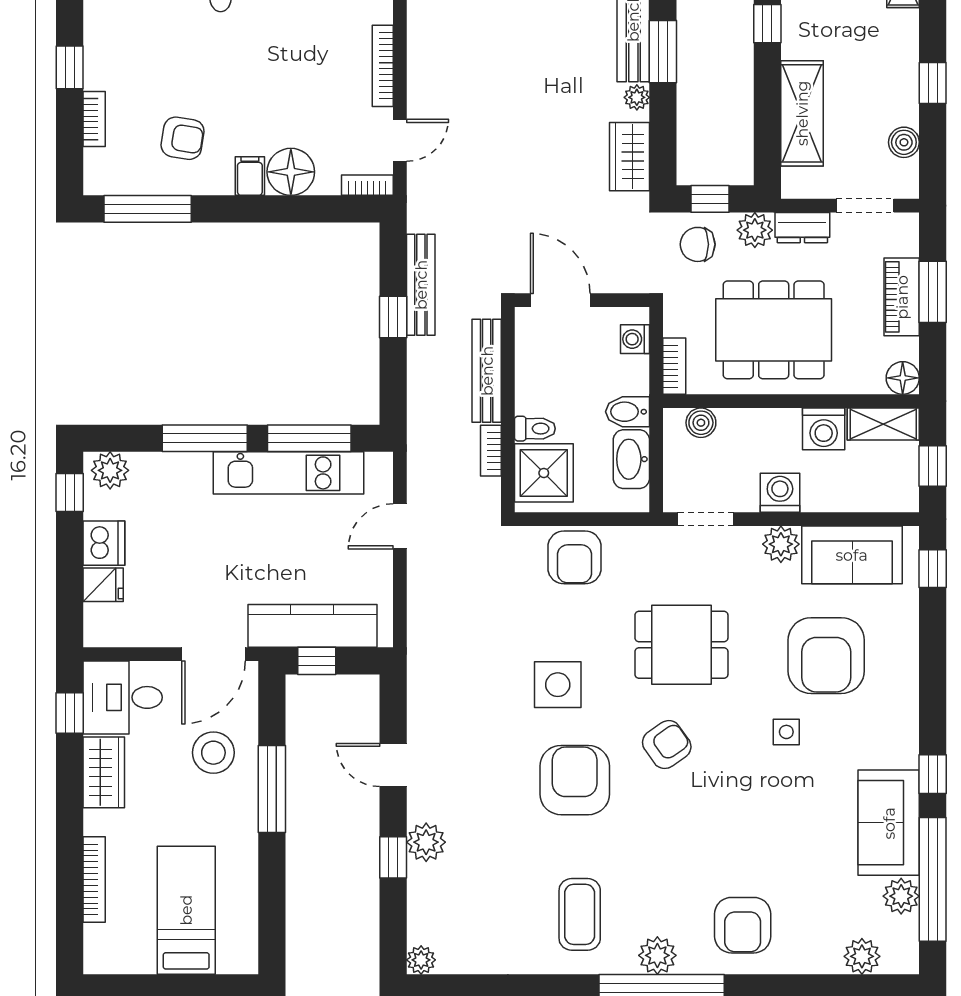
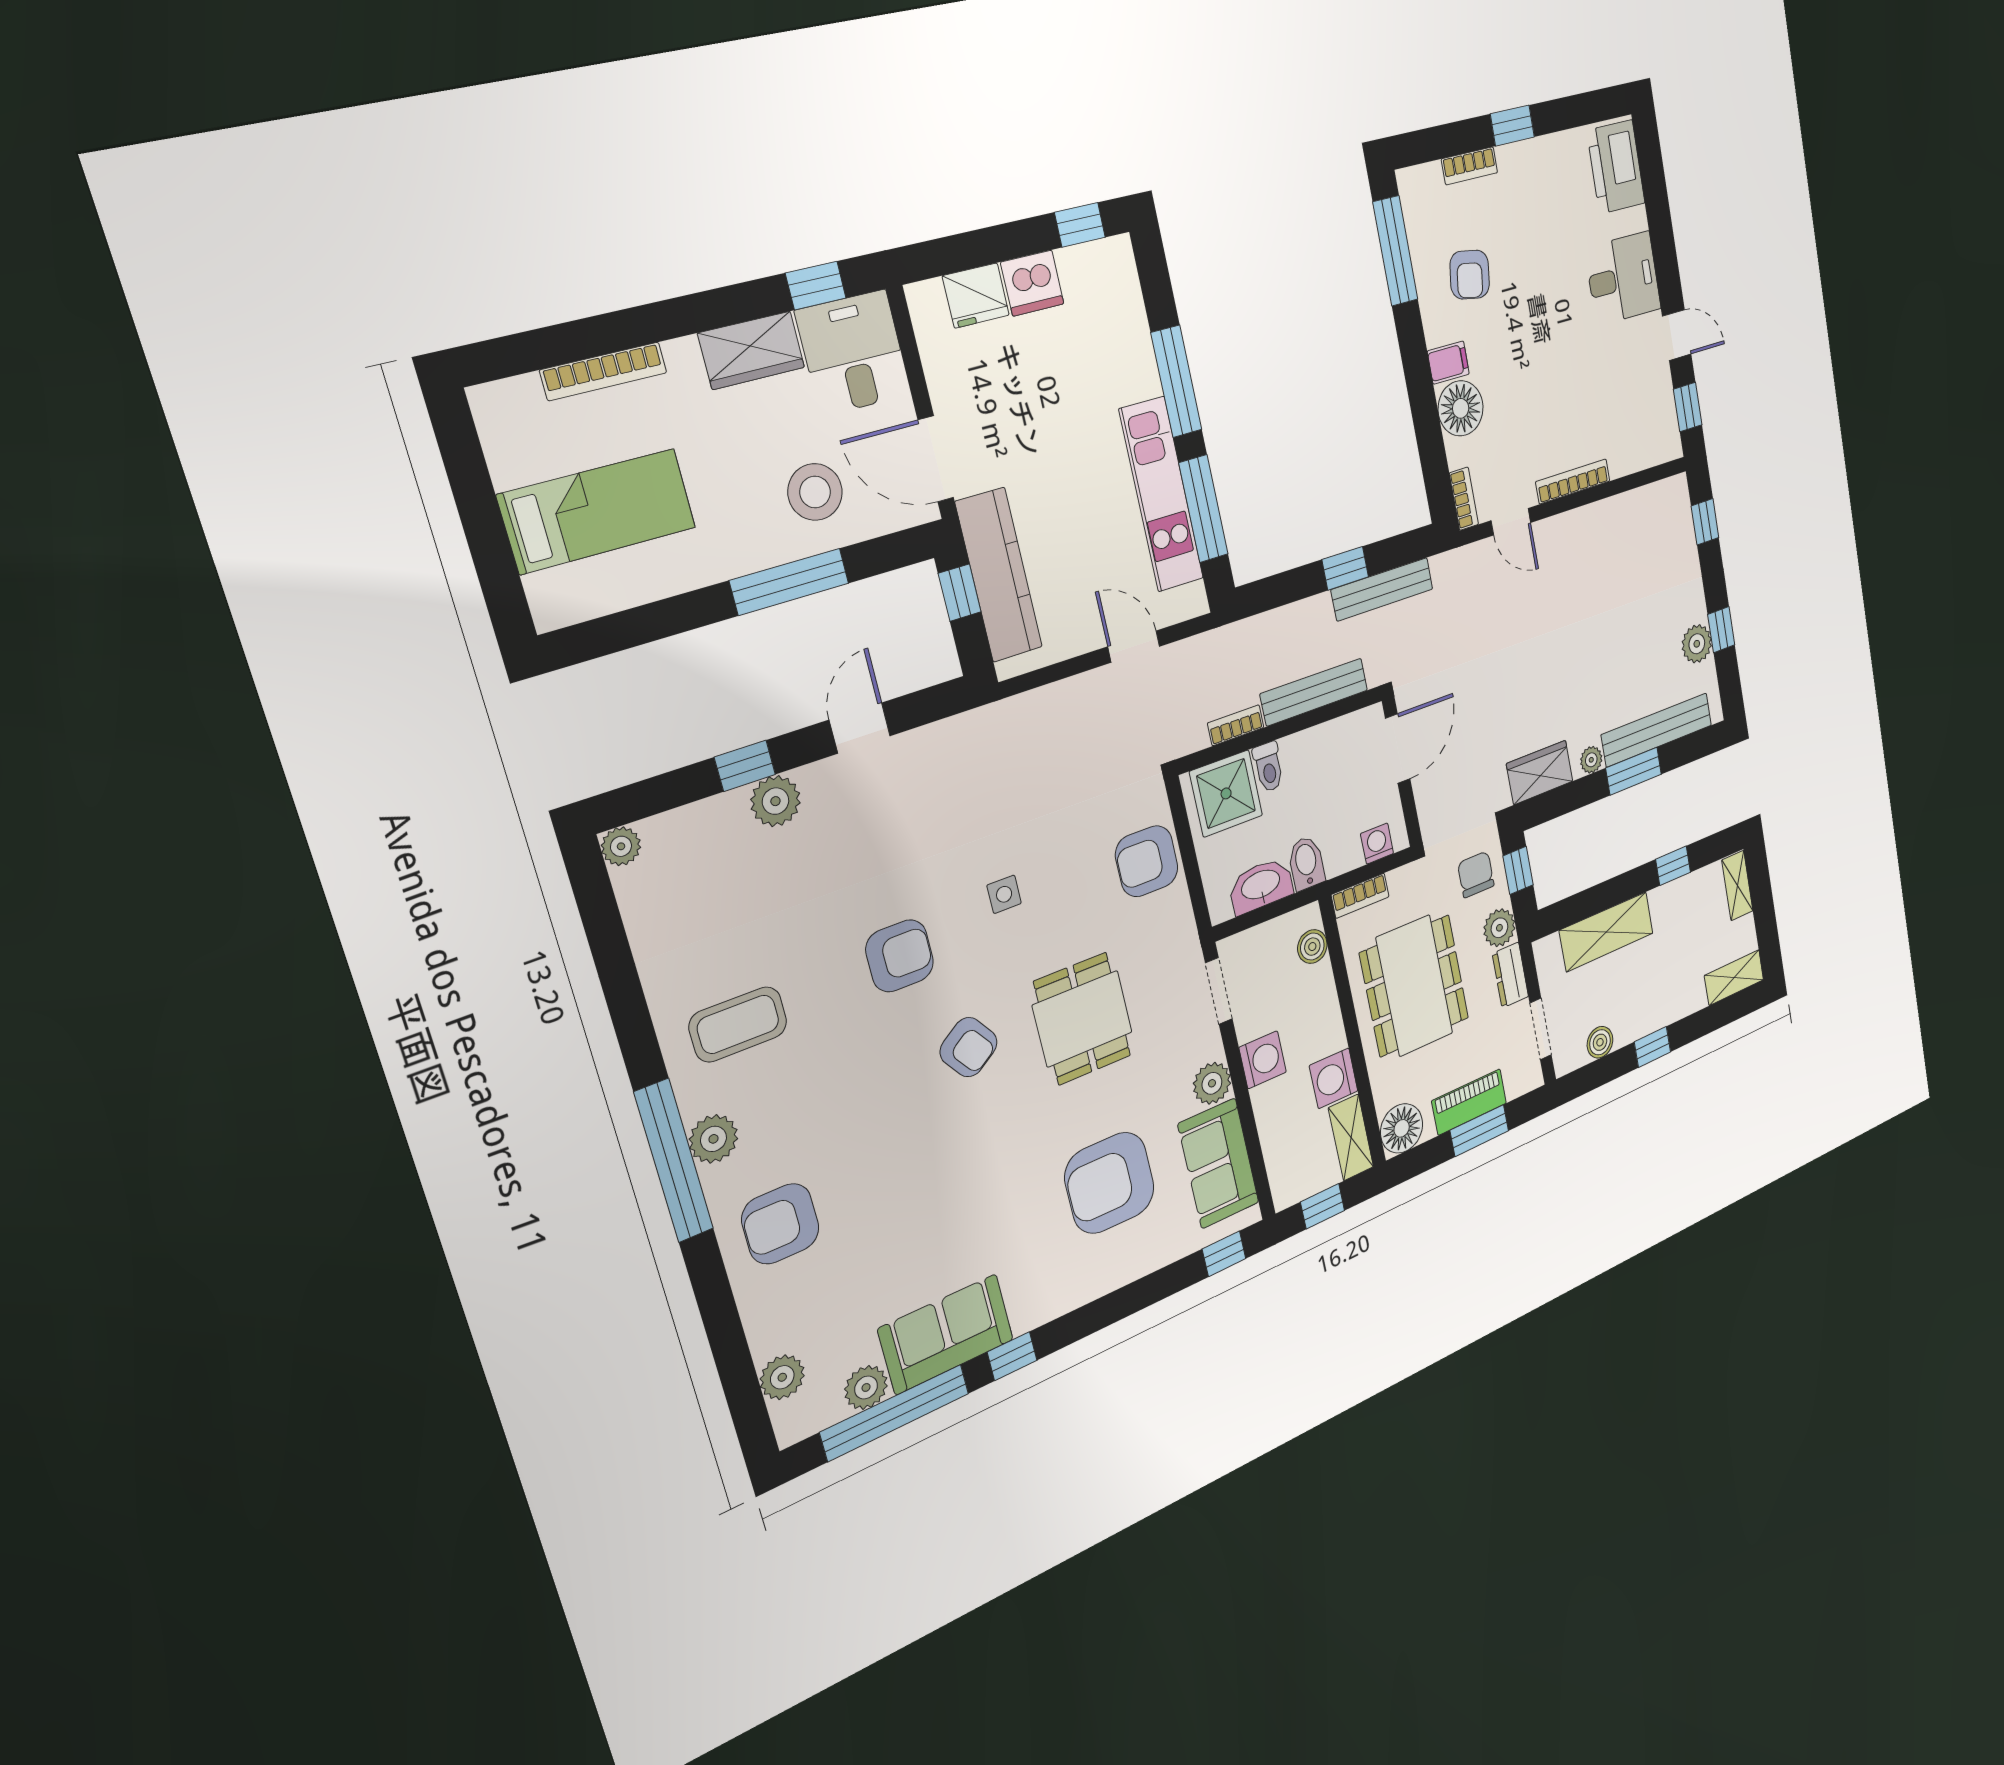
floor lamp: (903, 378) -> (1402, 1128), width x1.38, depth x1.38
plant: (110, 470) -> (1116, 271), removed
fridge: (103, 585) -> (976, 296), width x1.38
side table: (558, 685) -> (1004, 894), width x0.54, depth x0.54
side table: (786, 732) -> (1017, 1176), removed
armchair: (575, 780) -> (900, 956), width x0.73, depth x0.73

